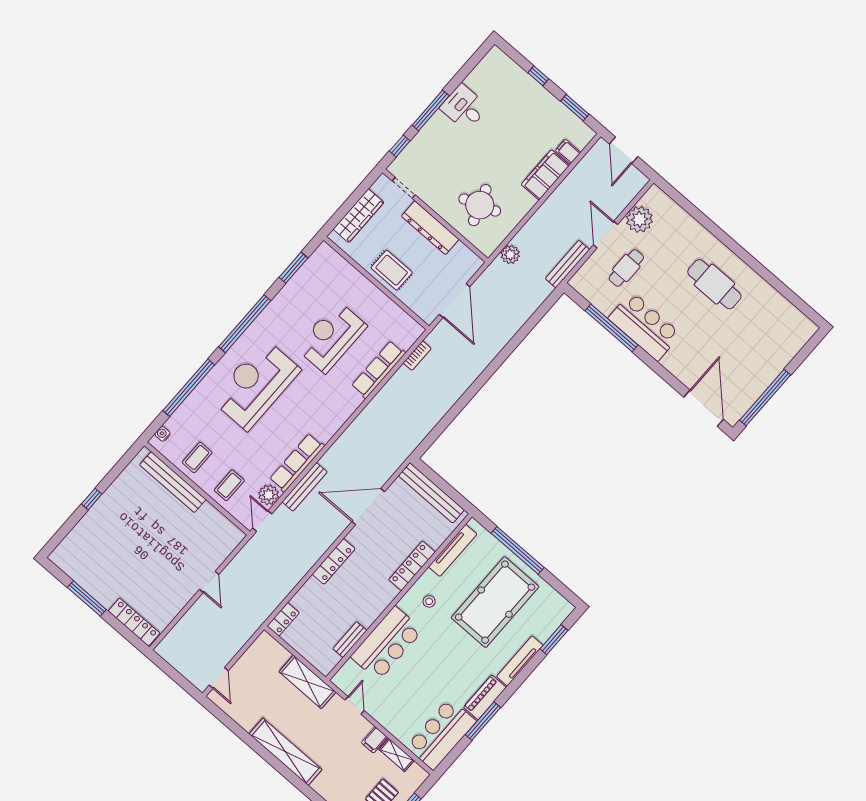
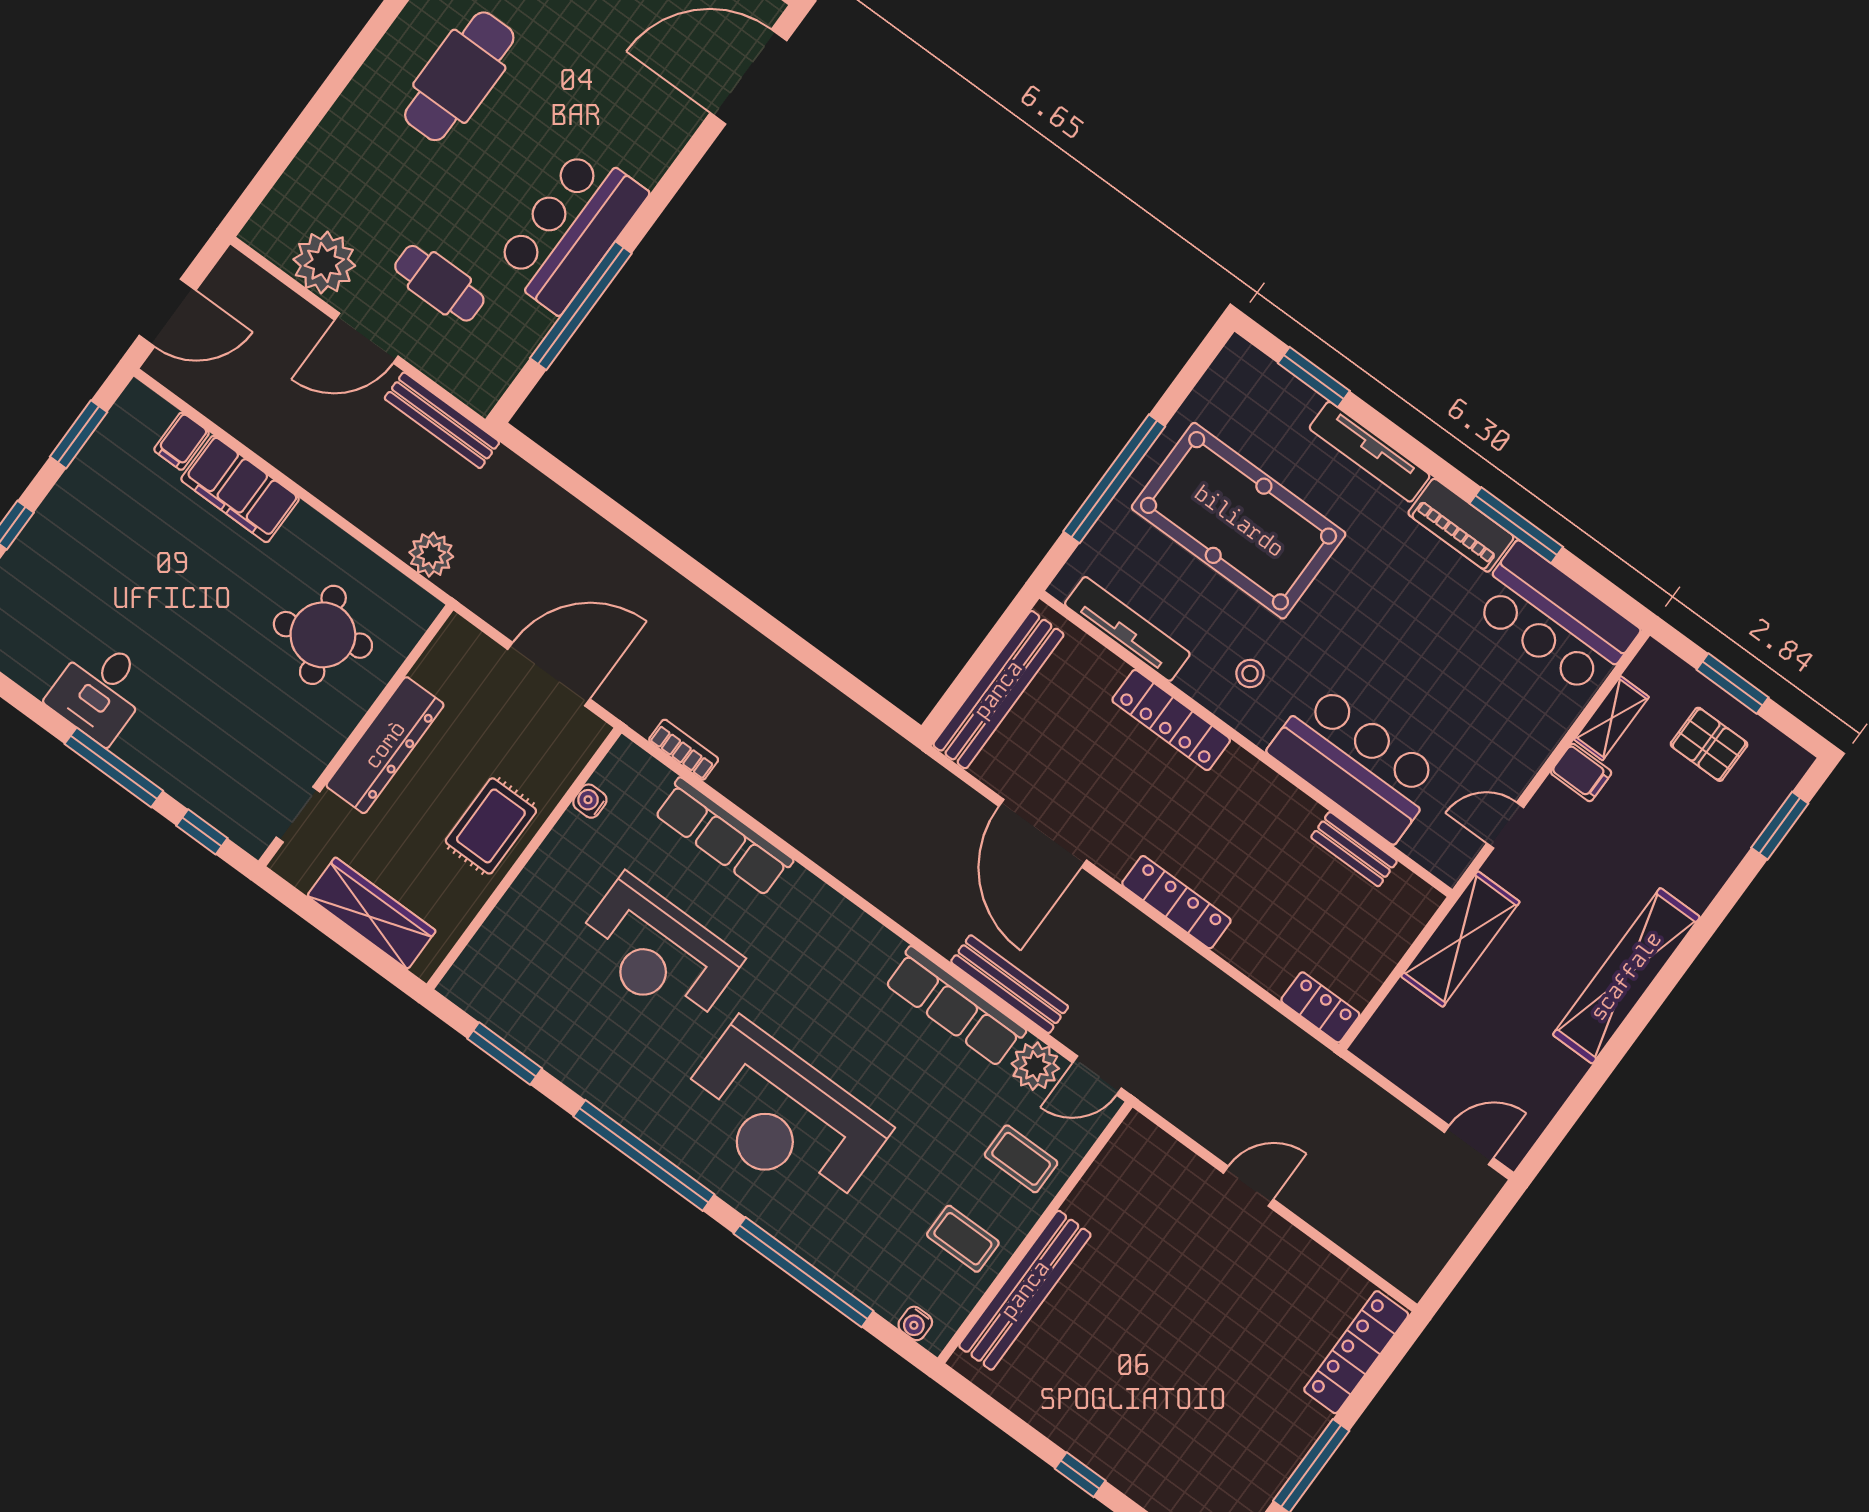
water cooler: (399, 314) -> (590, 801), added

